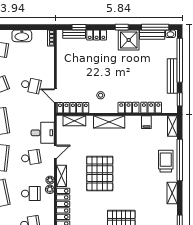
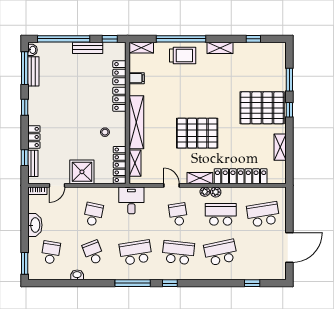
shower: (129, 40) -> (82, 172), moved
bench: (172, 76) -> (88, 48), width x0.73
door: (55, 96) -> (57, 185), moved
shelving: (109, 122) -> (136, 122), width x1.47
desk: (43, 133) -> (131, 200), moved
trolley: (166, 161) -> (183, 55), turned 180
school desk: (31, 194) -> (221, 214), width x1.85

